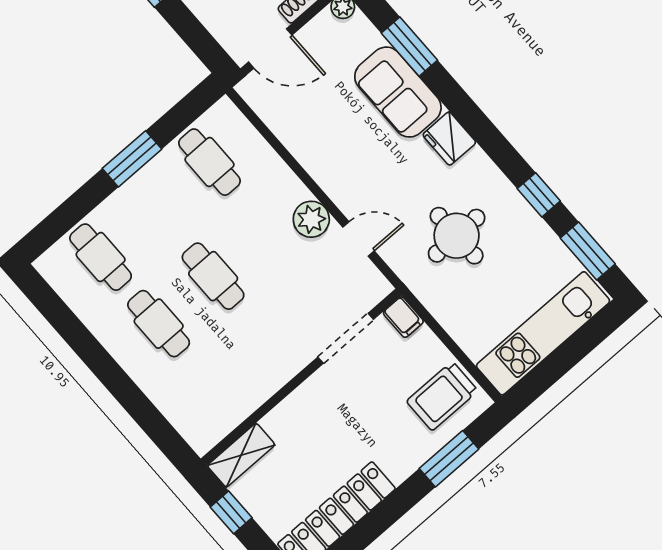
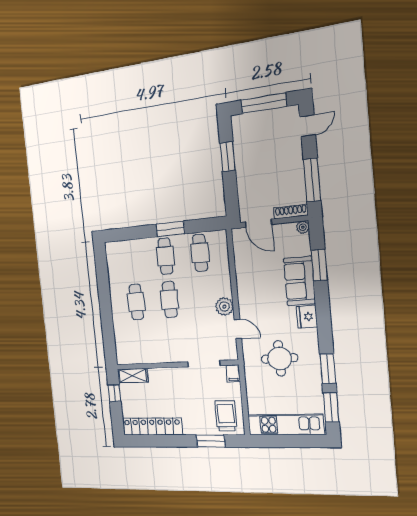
window: (539, 195) -> (328, 369), width x1.50
cafe table: (101, 257) -> (165, 256), moved
trolley: (442, 396) -> (226, 416), turned 90

